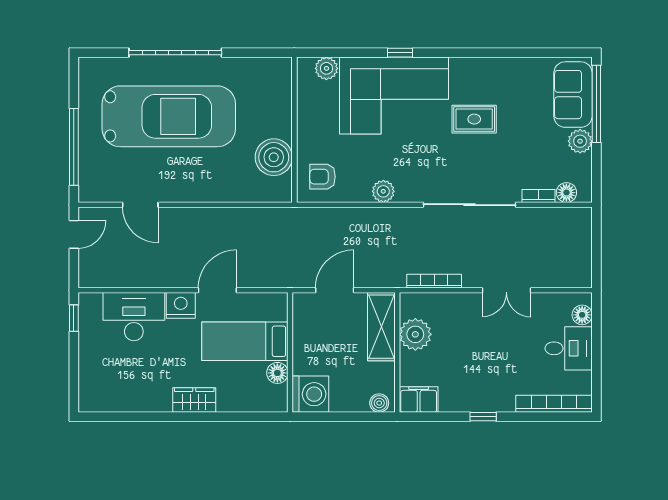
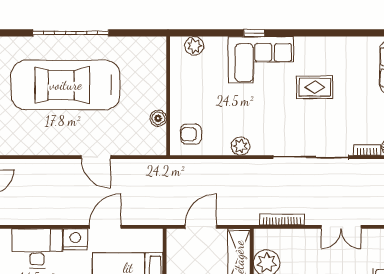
corner sofa: (394, 96) -> (261, 60), width x0.73, depth x0.74
car: (169, 116) -> (66, 85), turned 180
boiler: (274, 157) -> (158, 118), width x0.54, depth x0.54
door: (140, 205) -> (96, 157), moved

